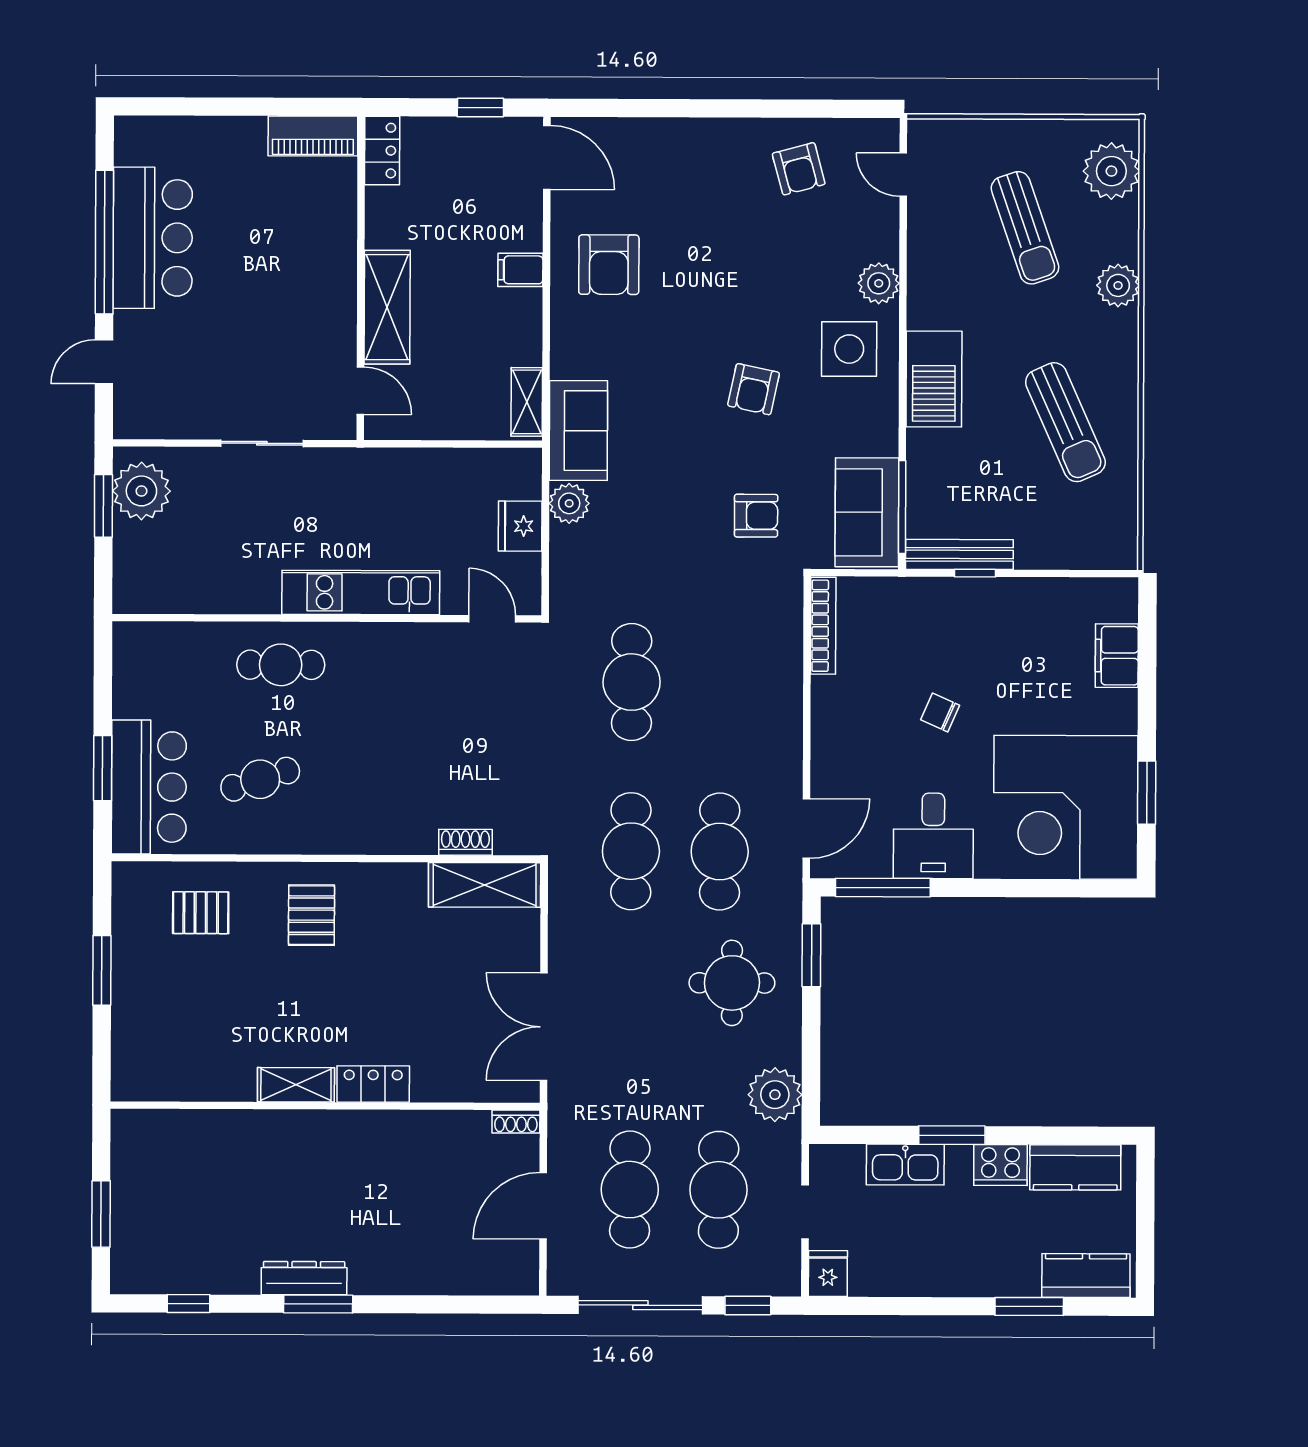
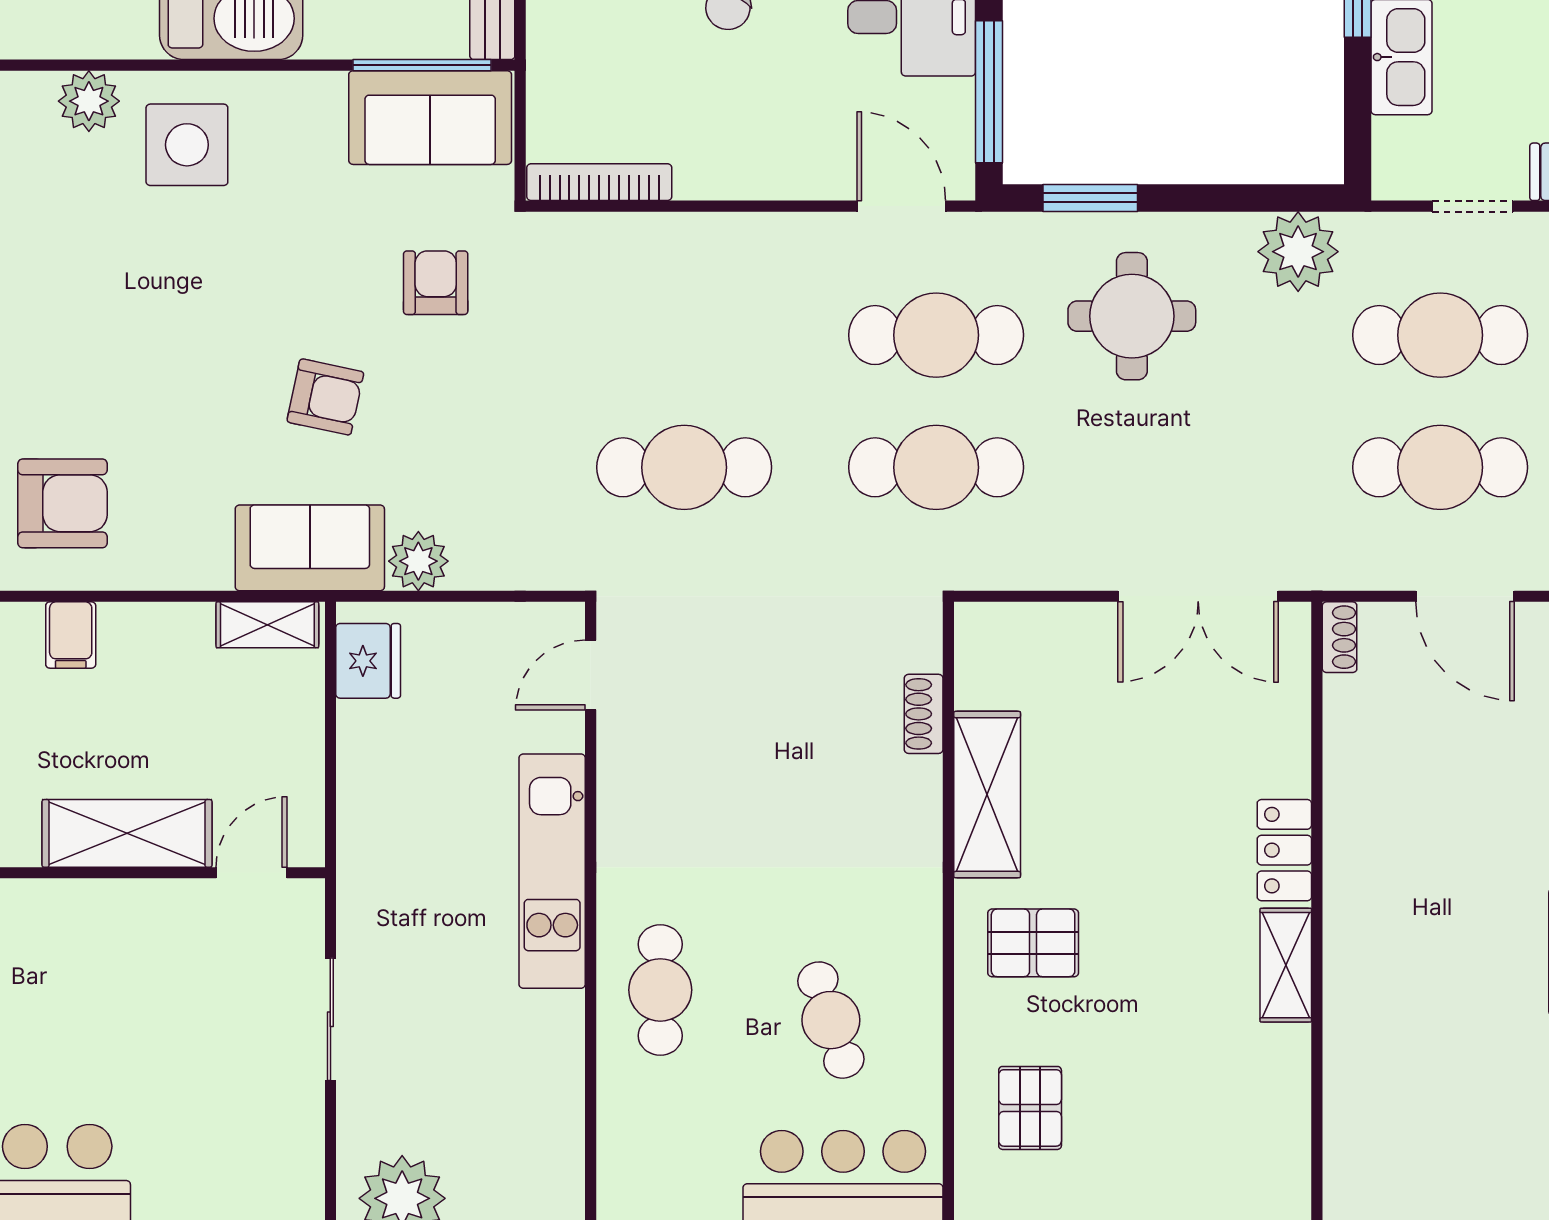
armchair: (754, 389) -> (325, 397), moved
fridge: (520, 526) -> (368, 661), moved, turned -90
shelving: (485, 885) -> (987, 795), moved

